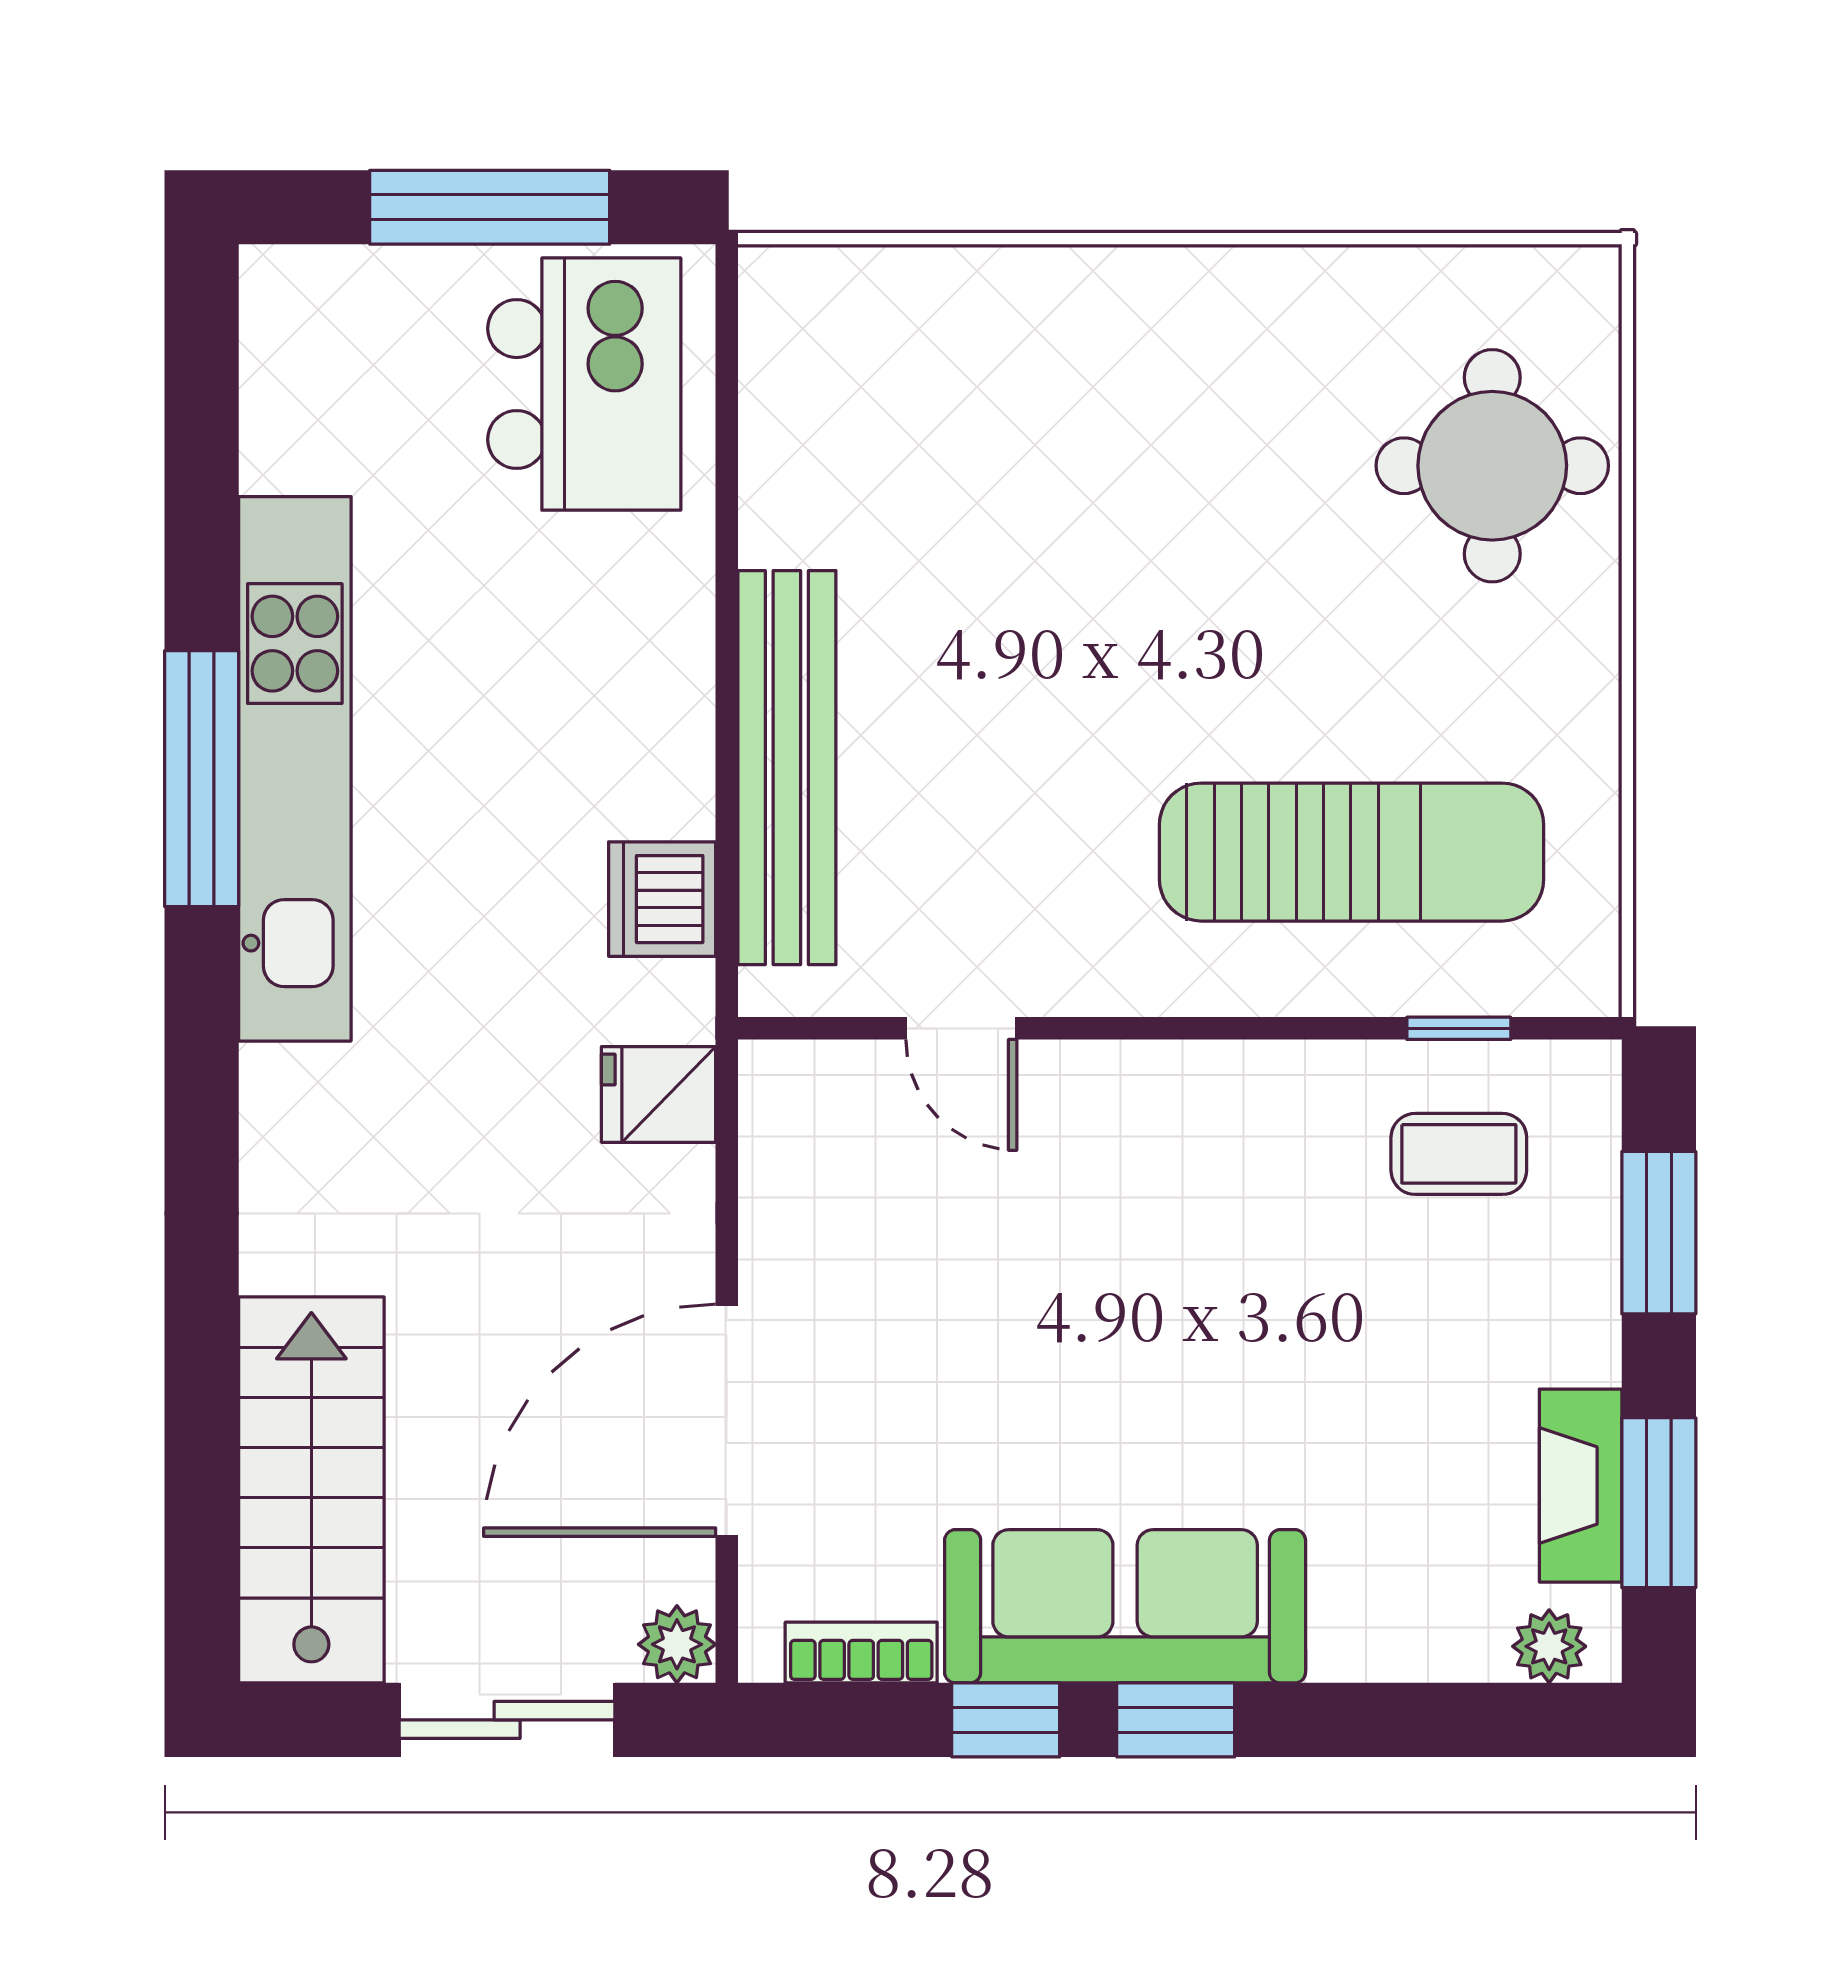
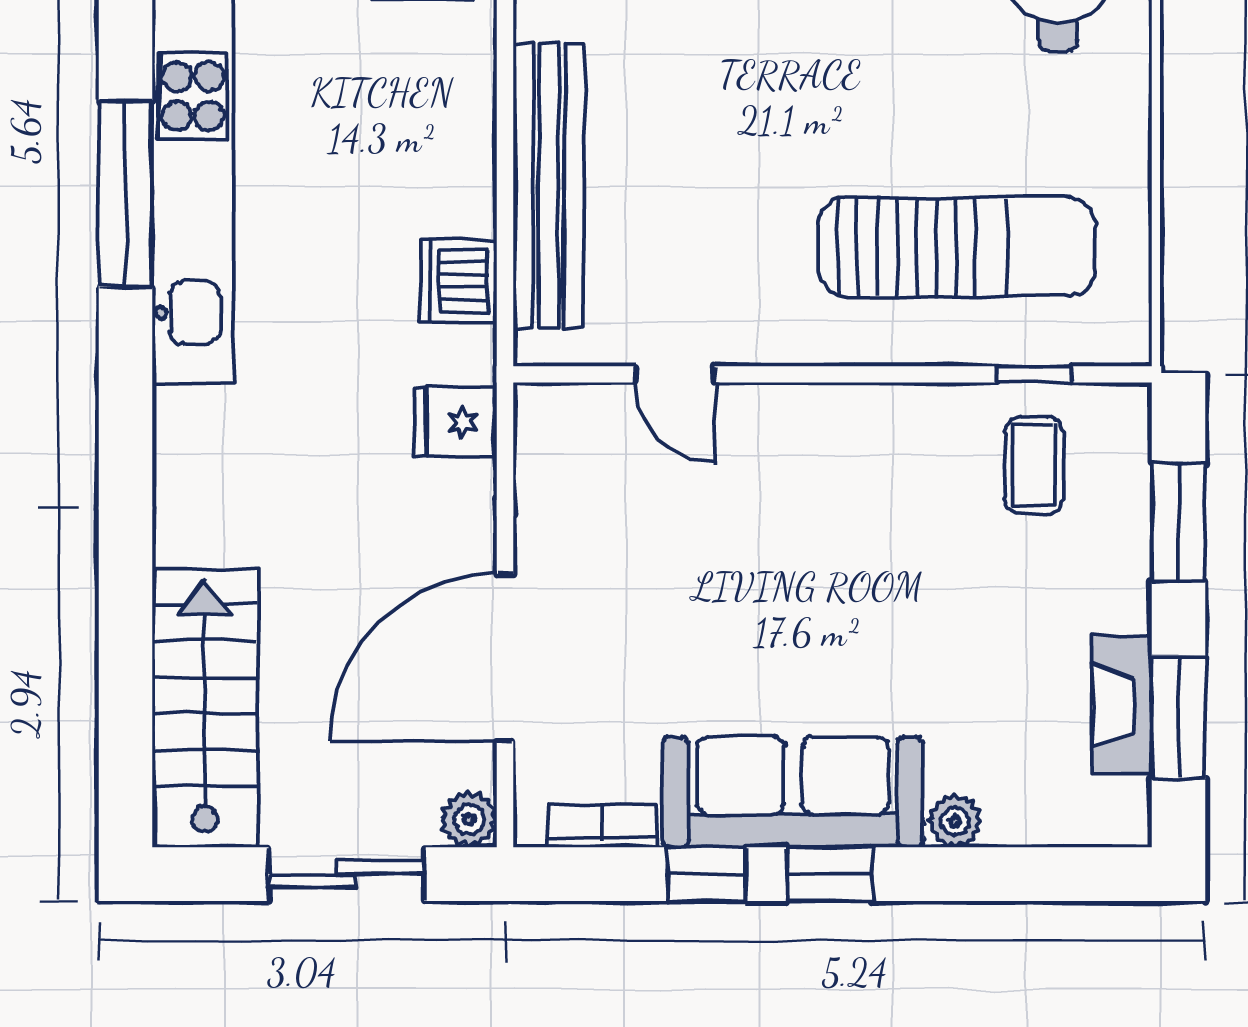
coffee table: (1459, 1154) -> (1034, 465), turned 90
plant: (1549, 1646) -> (955, 821), moved

